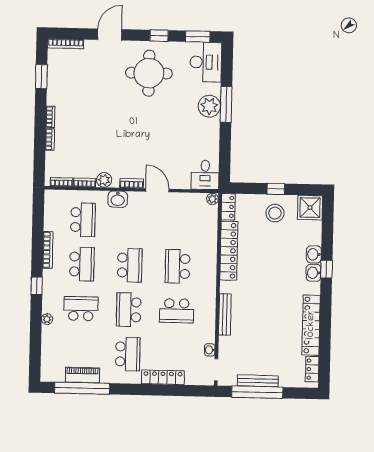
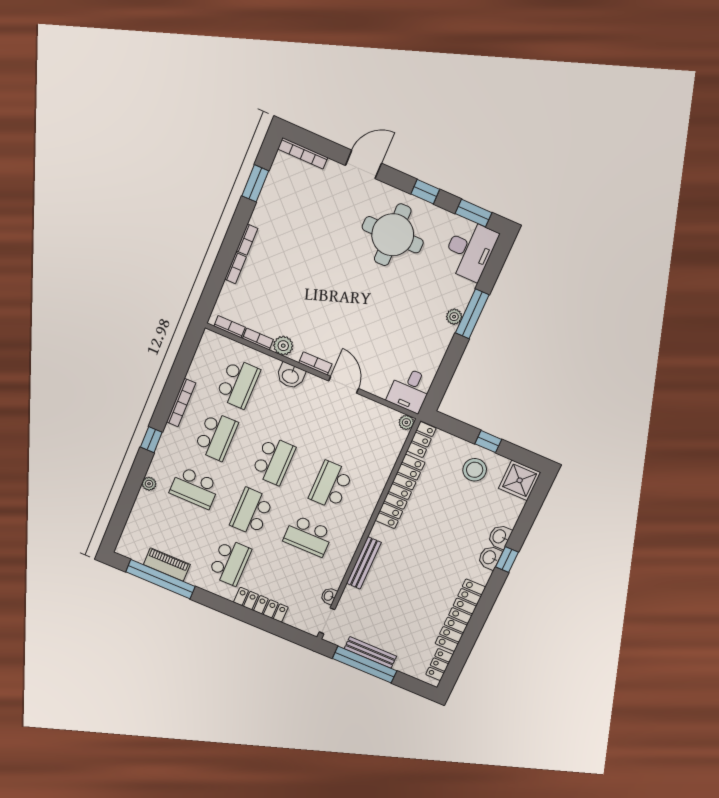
plant: (209, 106) -> (454, 317), width x0.53, depth x0.53
school desk: (81, 309) -> (195, 488), turned 180

